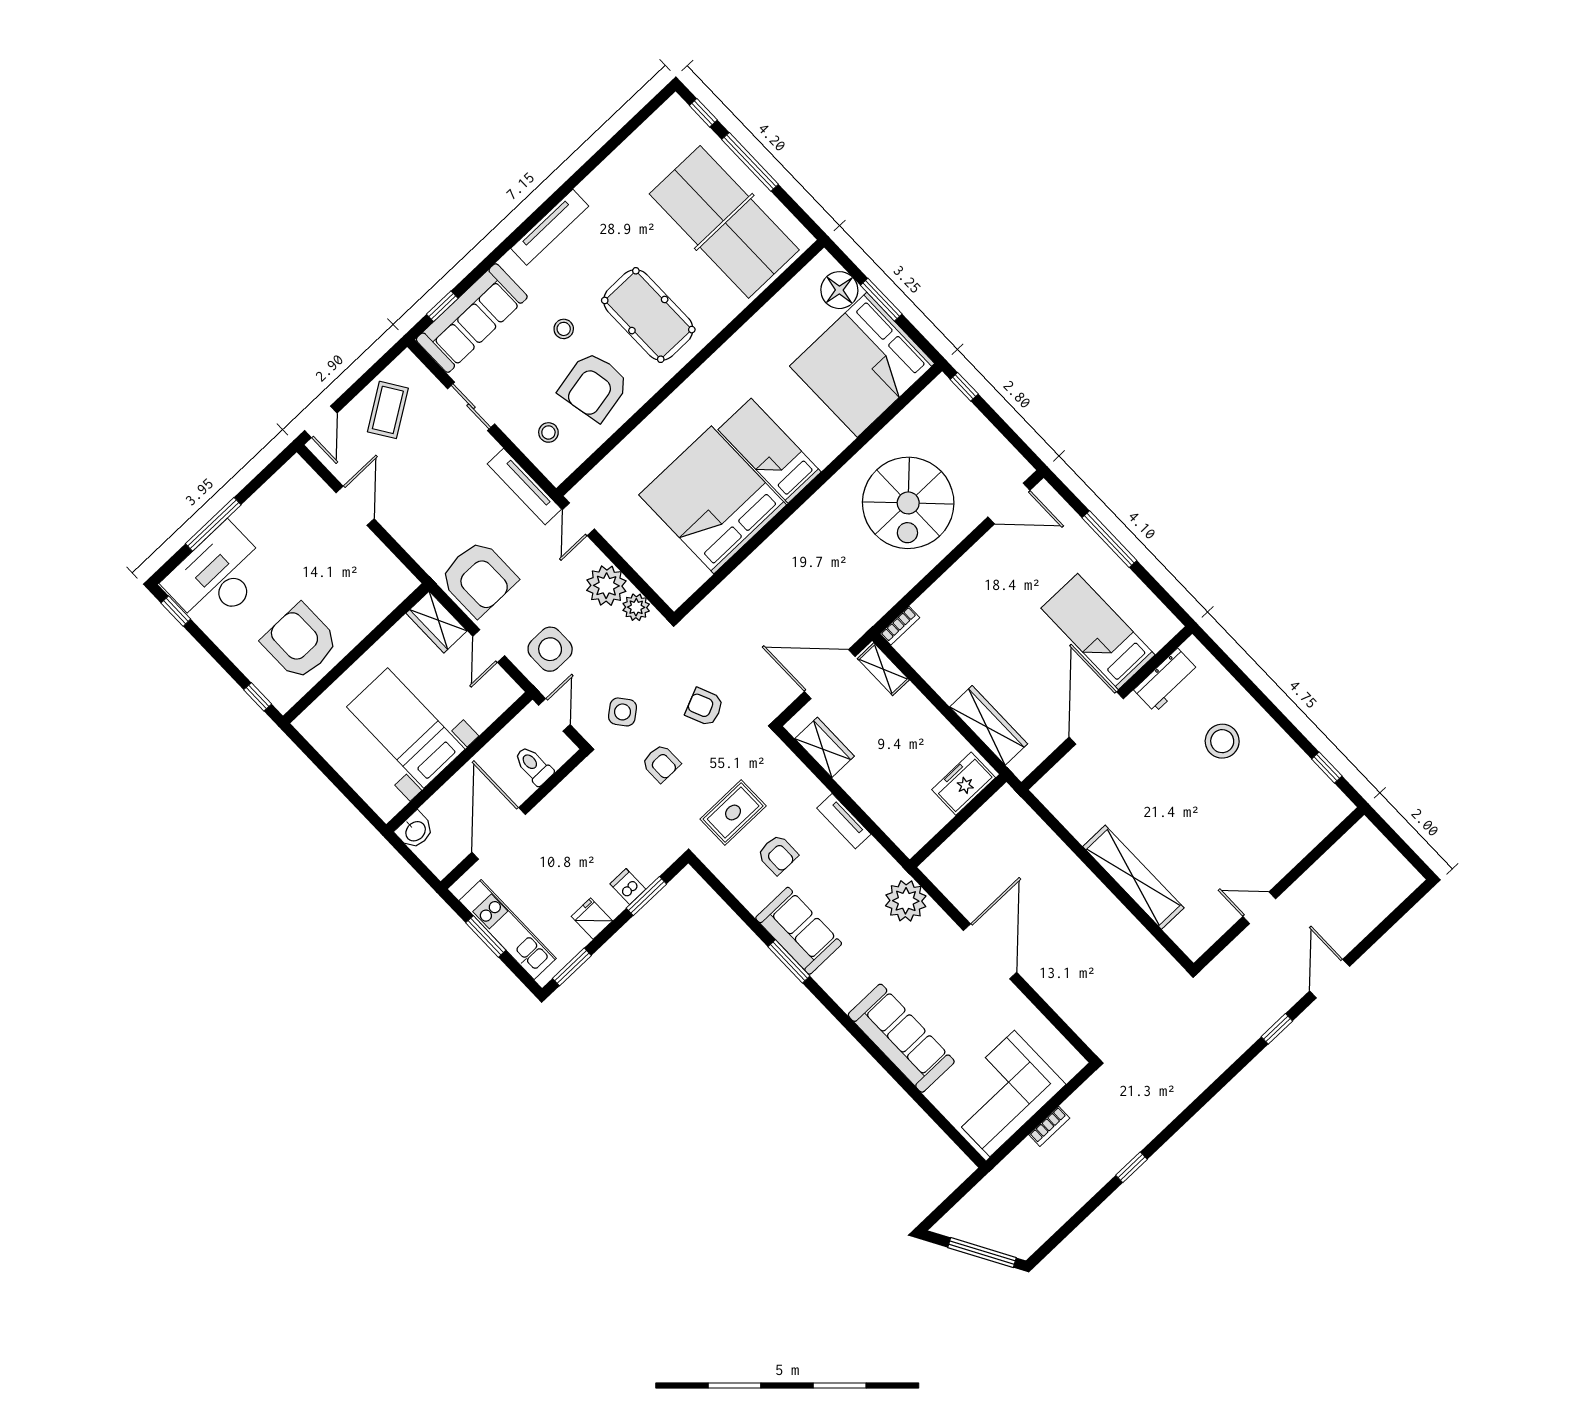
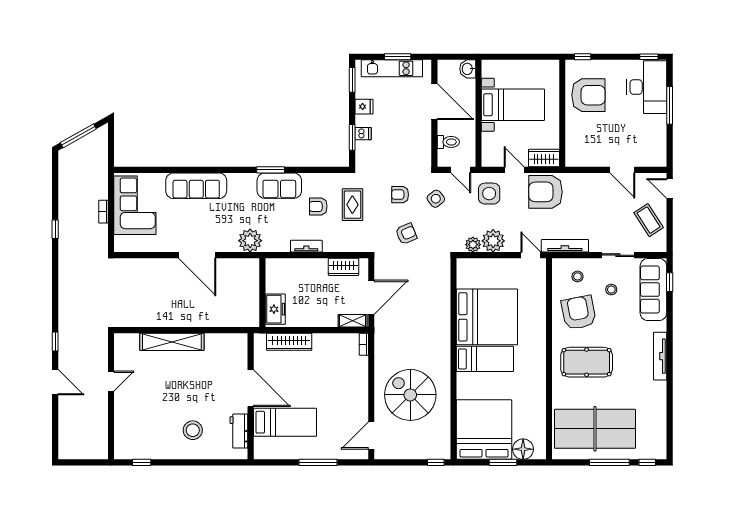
stool: (564, 329) -> (611, 290), moved

